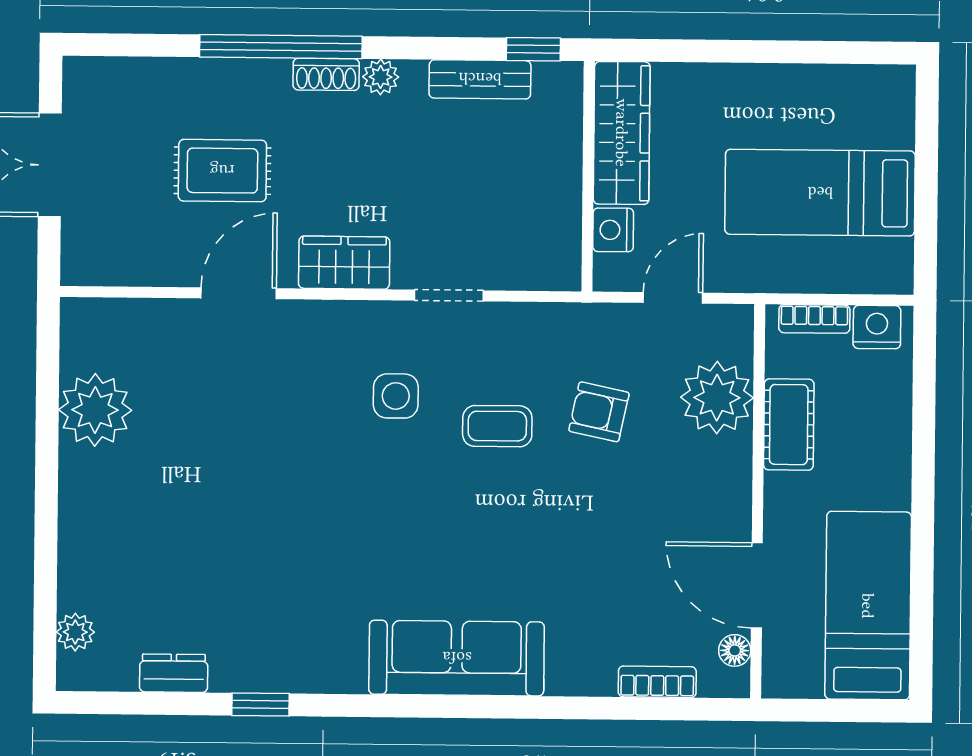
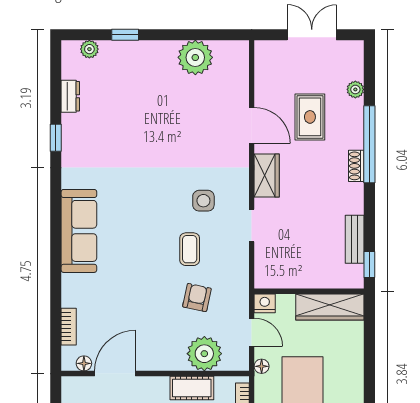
plant: (381, 77) -> (355, 89), moved
nightstand: (613, 230) -> (265, 303), moved
floor lamp: (745, 278) -> (262, 366), added
window: (46, 557) -> (125, 35), added

